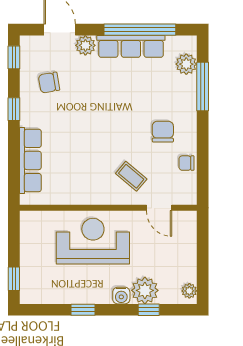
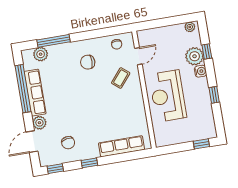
chair: (186, 163) -> (117, 44), moved

